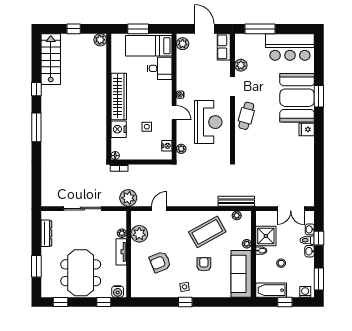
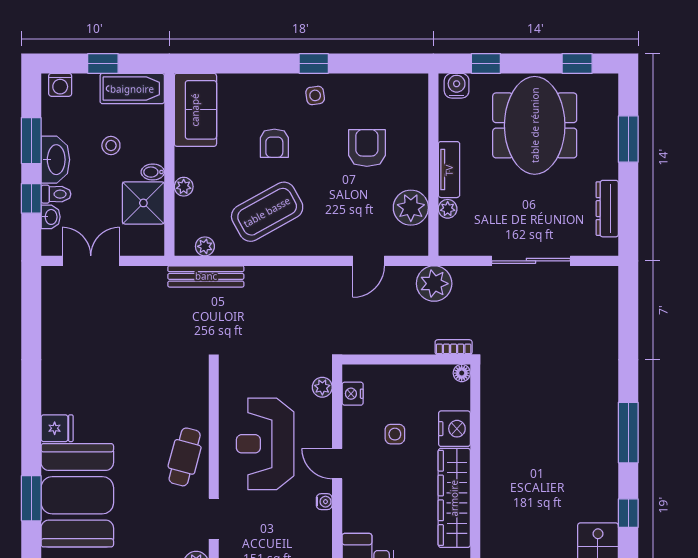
washbasin: (310, 251) -> (55, 160), width x1.91, depth x1.45
armchair: (160, 262) -> (367, 148), turned -68
sofa: (241, 274) -> (195, 110), width x0.73
window: (319, 279) -> (31, 141), moved

